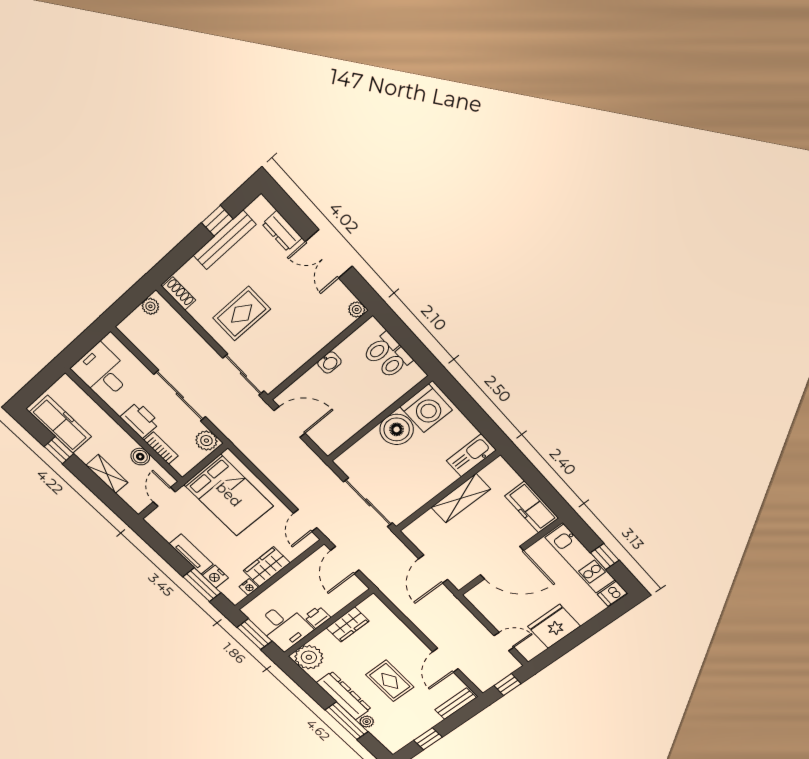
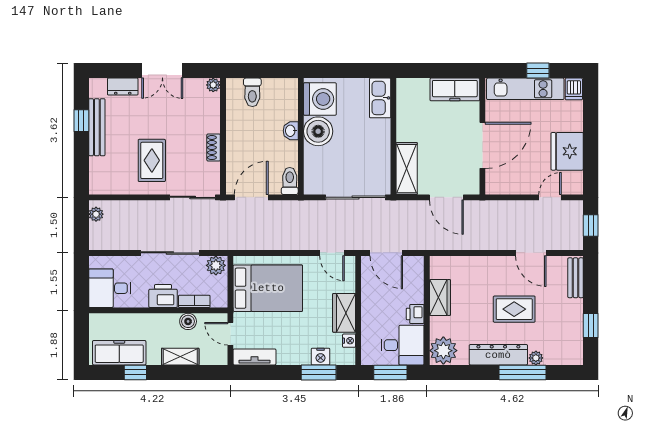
shoe rack: (179, 294) -> (214, 148), moved, turned -90
washbasin: (329, 362) -> (291, 131), moved, turned 180
toilet: (396, 363) -> (290, 181), moved, turned 180
shelving: (461, 498) -> (407, 169), moved
tv unit: (191, 554) -> (254, 357), moved

